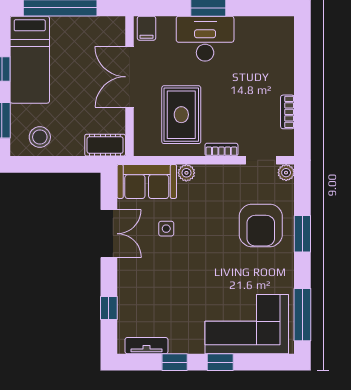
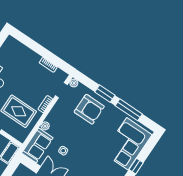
window: (302, 315) -> (129, 110), moved

